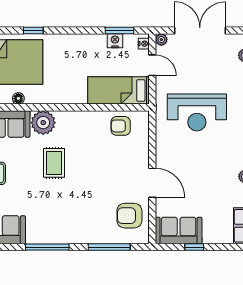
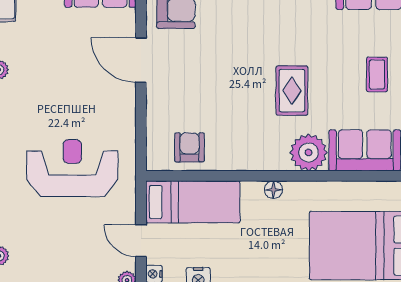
floor lamp: (18, 98) -> (273, 190), moved
armchair: (121, 126) -> (189, 147), turned -90

